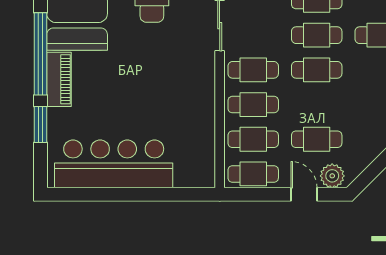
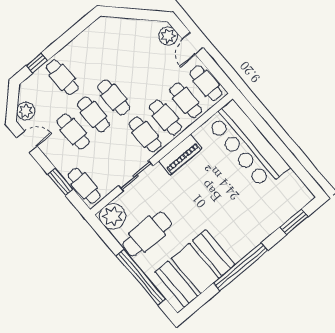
piano: (59, 79) -> (180, 155), moved, turned 180
window: (40, 125) -> (294, 222), moved
cafe table: (317, 139) -> (154, 63), removed
bar counter: (114, 164) -> (248, 145), moved

